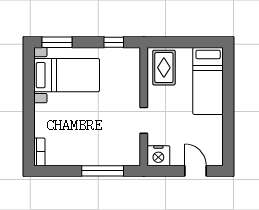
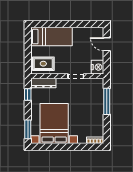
dresser: (132, 68) -> (43, 83), added
bed with nightstands: (67, 75) -> (54, 124), width x1.36
door: (196, 171) -> (107, 44), hinge flipped

